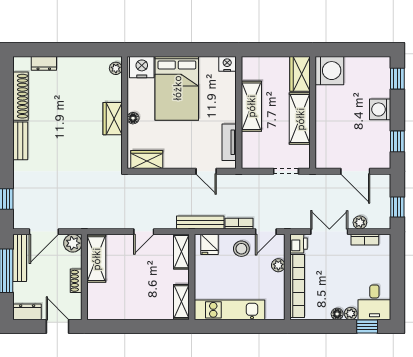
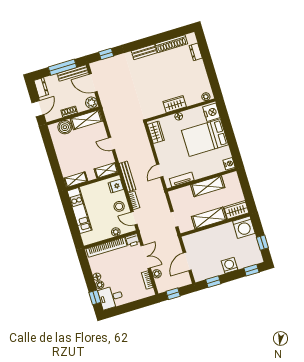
window: (361, 50) -> (262, 243), added
boiler: (98, 294) -> (65, 127), added

